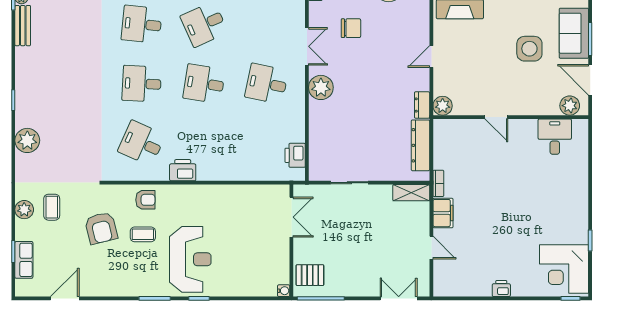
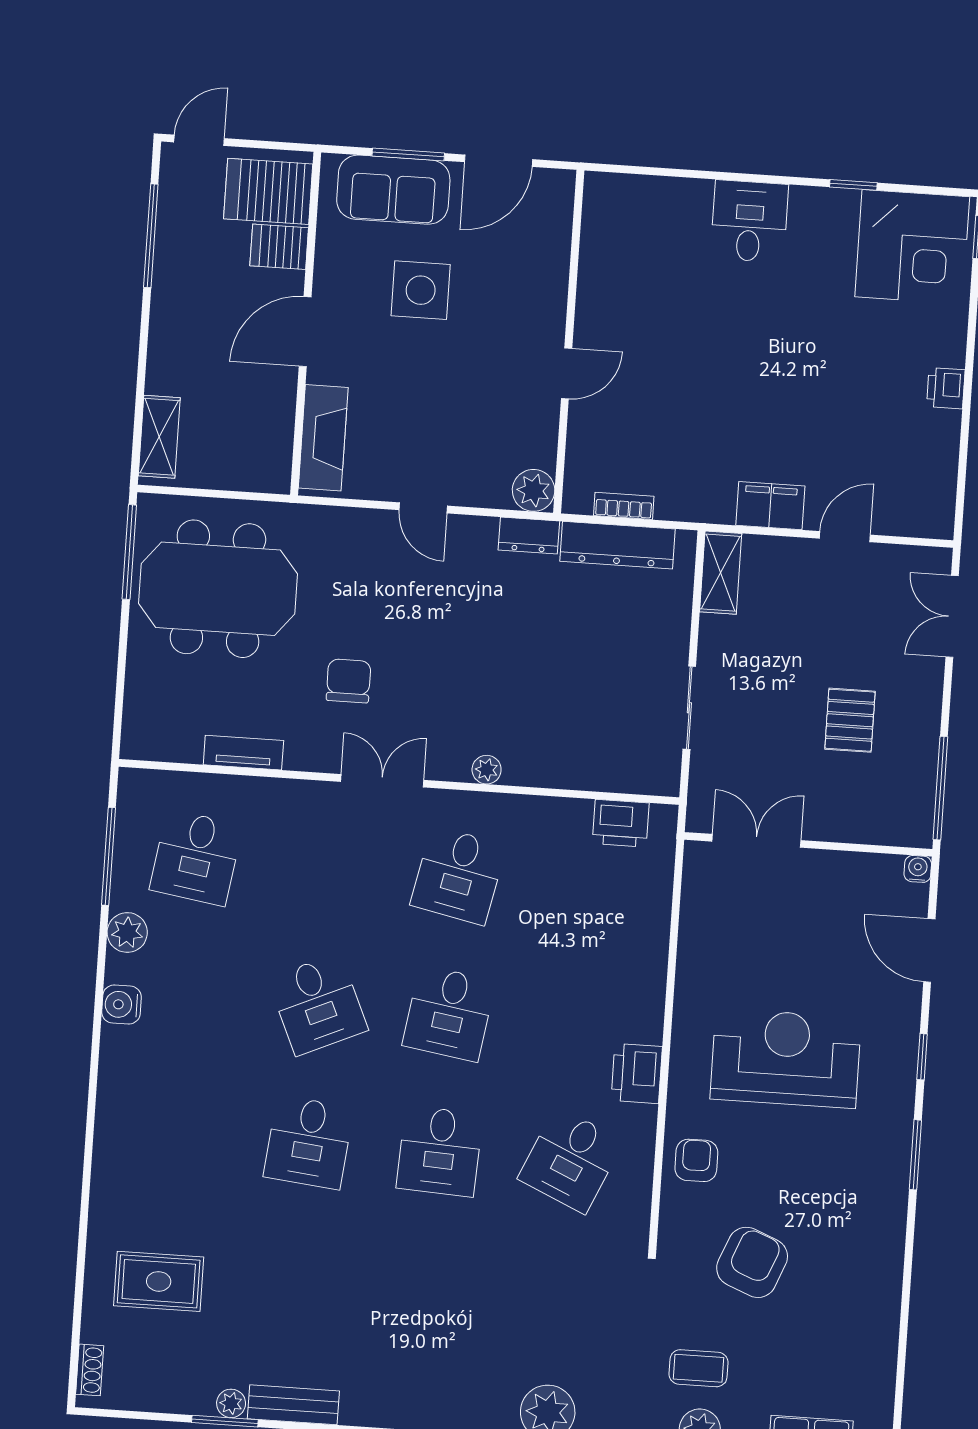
plant: (321, 87) -> (487, 770), width x0.53, depth x0.53
plant: (570, 106) -> (552, 210), removed
desk: (555, 137) -> (749, 221), moved, turned 90
bookcase: (438, 183) -> (624, 506), moved
armchair: (101, 228) -> (752, 1262), turned -54
coffee table: (143, 234) -> (772, 1171), removed
reception desk: (190, 259) -> (786, 1058), moved
pallet: (310, 275) -> (850, 720), moved
door: (65, 298) -> (929, 950), moved

